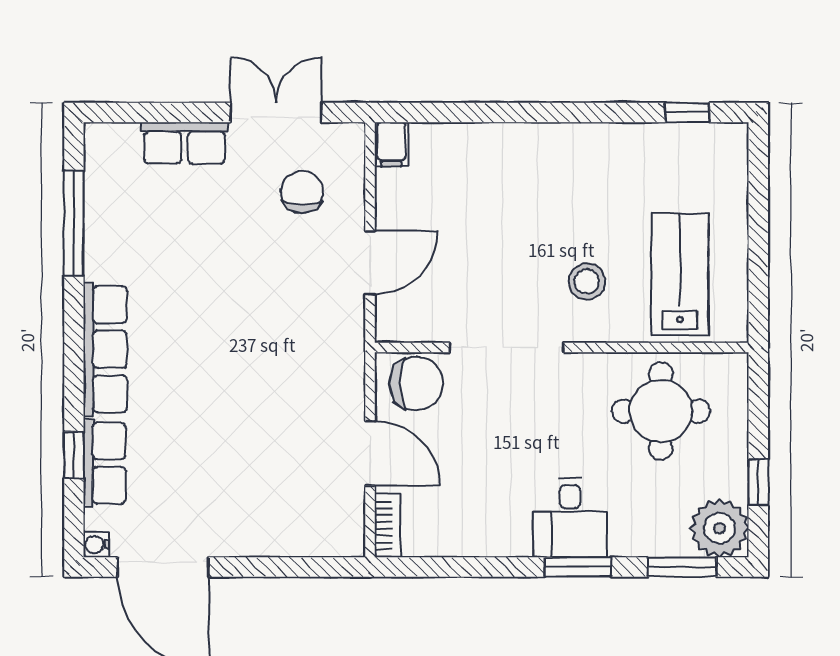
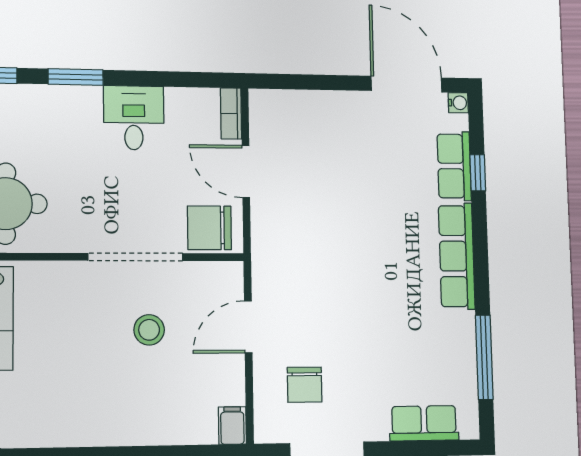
row of seats: (184, 143) -> (424, 423), moved
stool: (587, 281) -> (149, 330), moved
desk: (570, 518) -> (134, 118), moved

